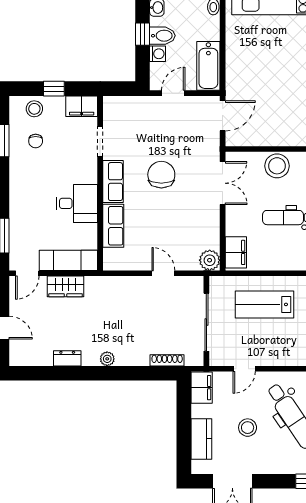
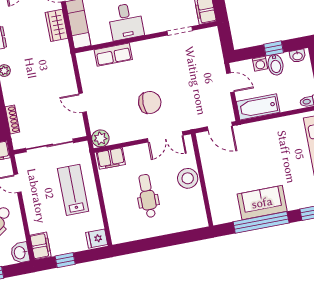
chair: (161, 175) -> (150, 102), moved
row of seats: (113, 182) -> (149, 47), removed
door: (163, 273) -> (83, 103), swing flipped

